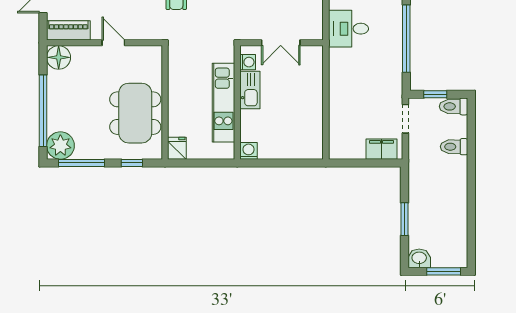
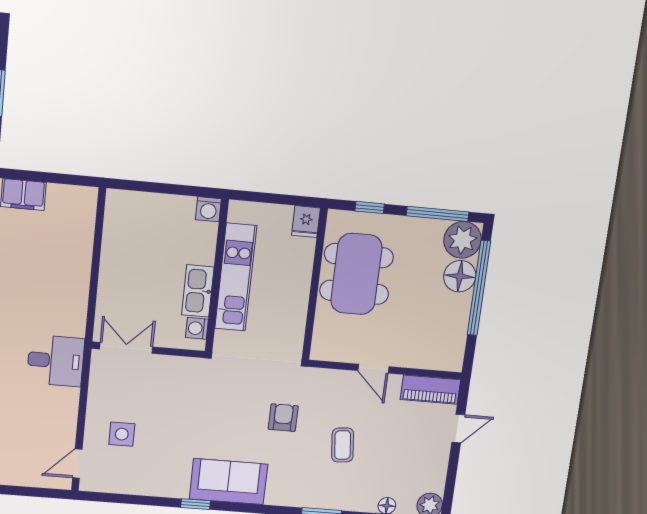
double door: (281, 43) -> (126, 348), moved
floor lamp: (59, 57) -> (460, 276), moved

